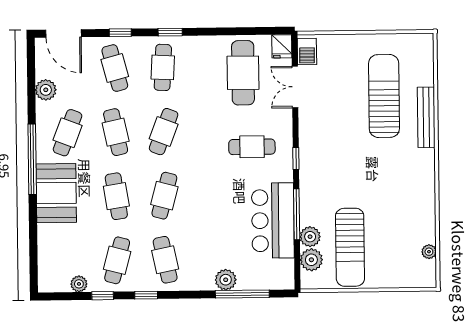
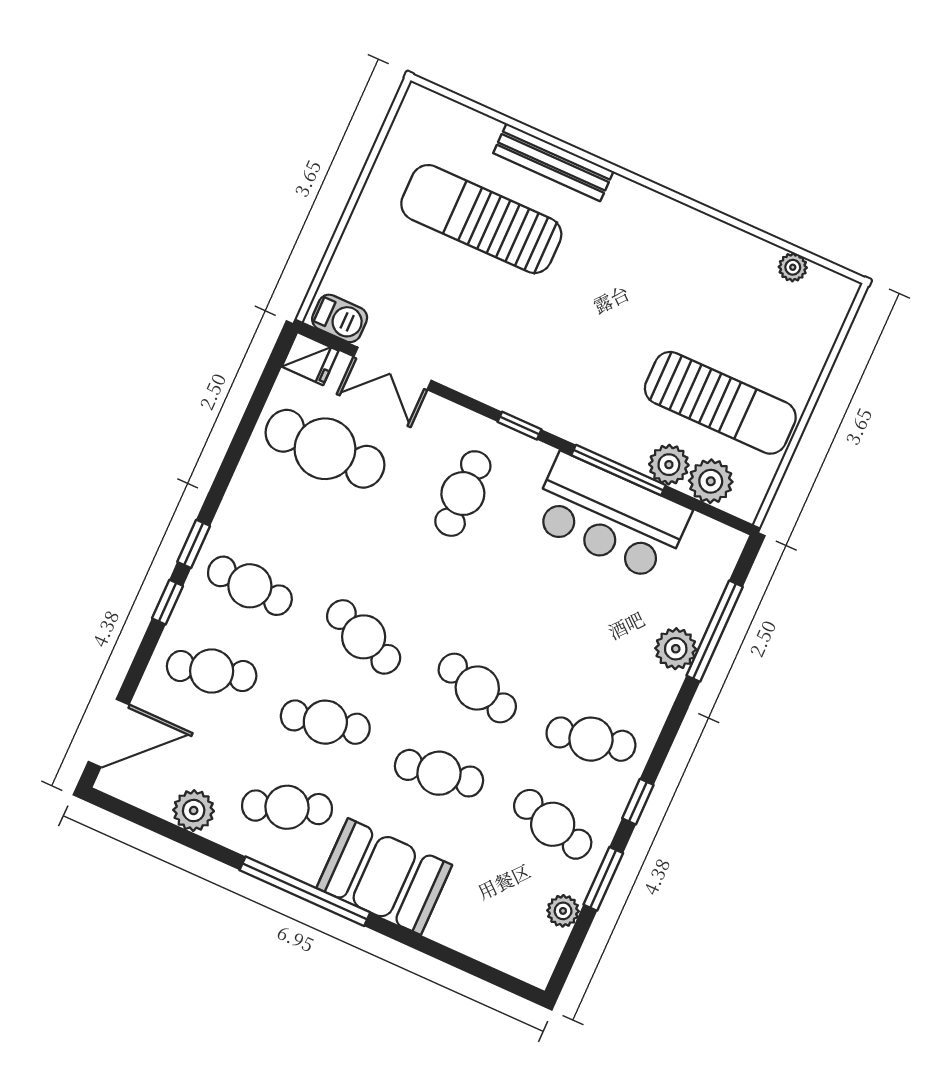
window: (120, 33) -> (167, 602), moved
cafe table: (68, 133) -> (287, 807), turned -42
window: (103, 296) -> (603, 879), width x1.50

